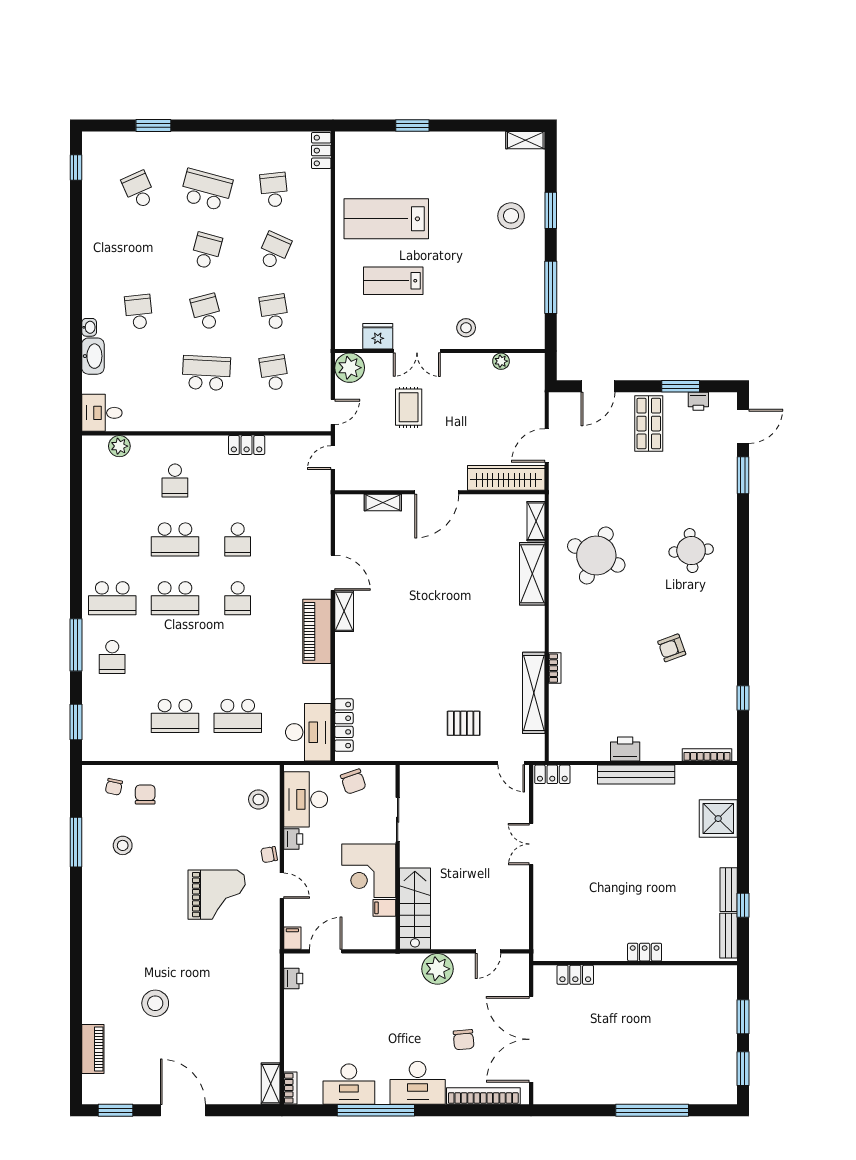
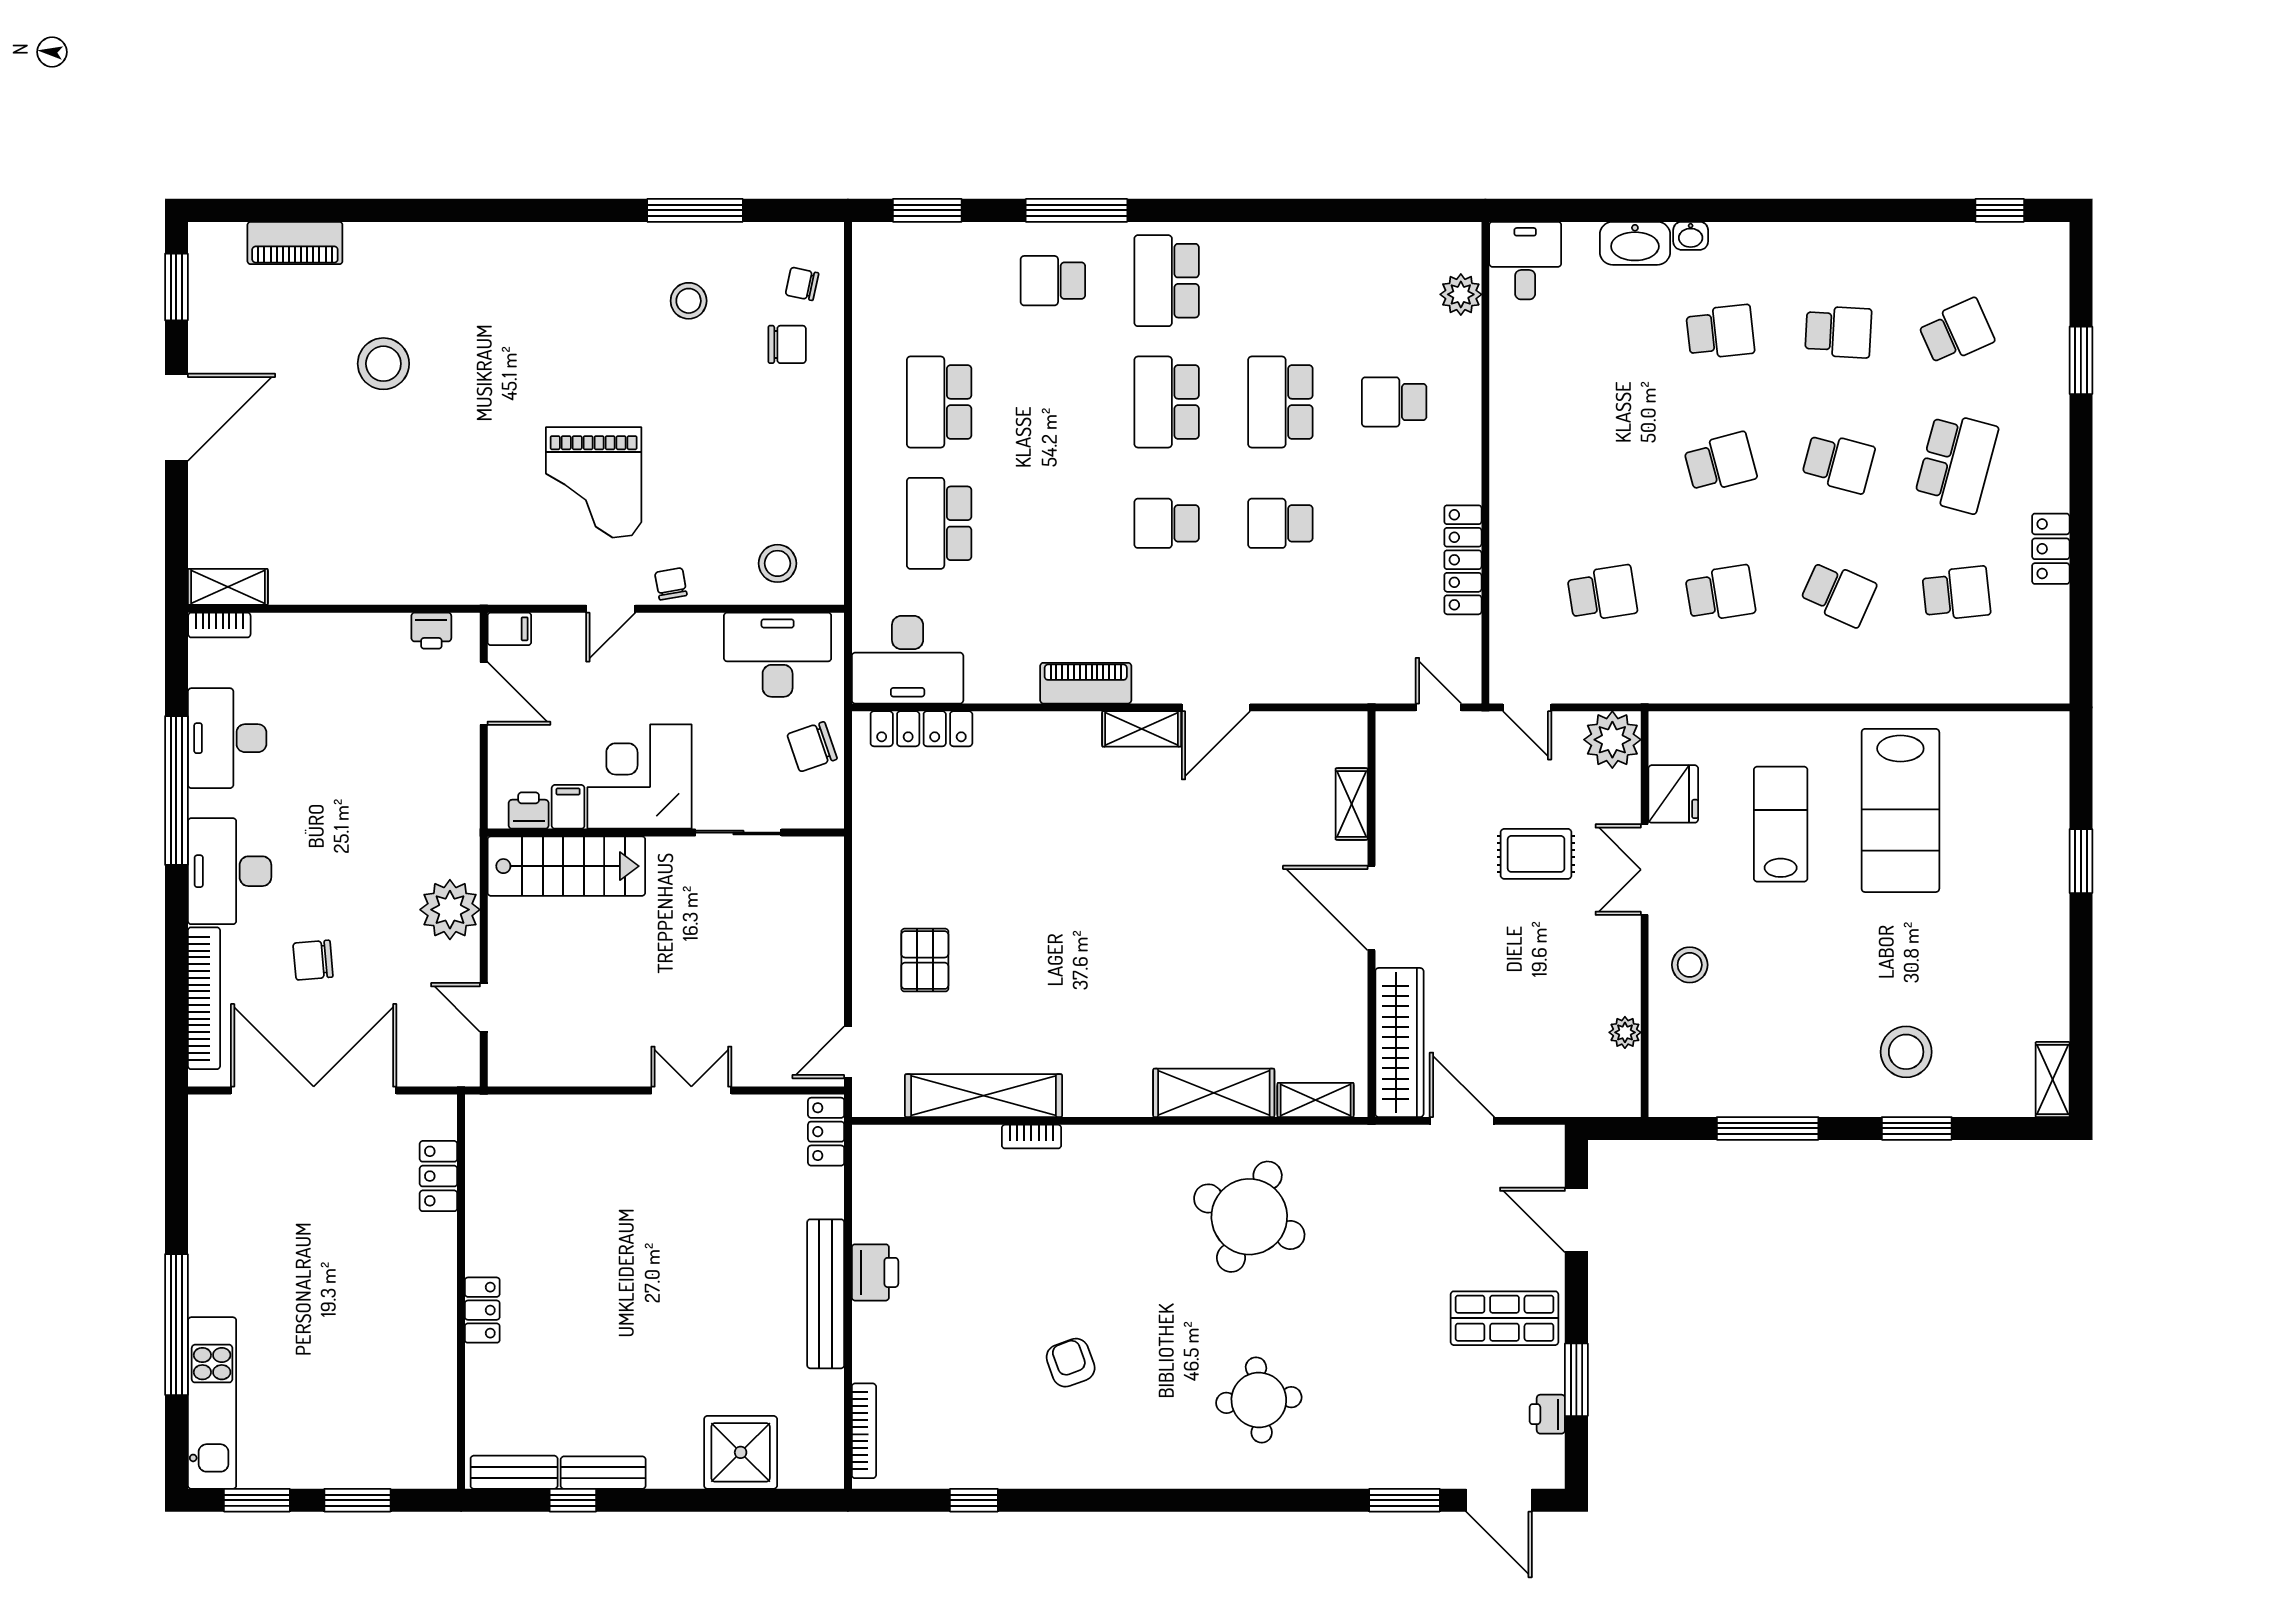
locker: (321, 151) -> (2051, 549), moved, turned -90
lab bench: (386, 219) -> (1900, 810), turned 180
school desk: (206, 373) -> (1838, 332), moved, width x0.54
locker: (247, 445) -> (1463, 560), width x1.53
piano: (317, 631) -> (1086, 683), width x0.73, depth x0.75
printer: (293, 839) -> (529, 811), moved, turned 180
kitchen unit: (693, 1092) -> (212, 1403), added

